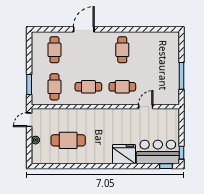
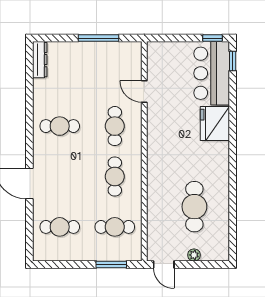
dresser: (167, 36) -> (40, 60), added

